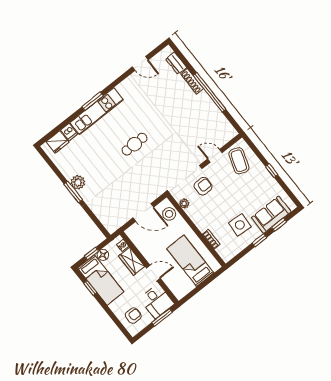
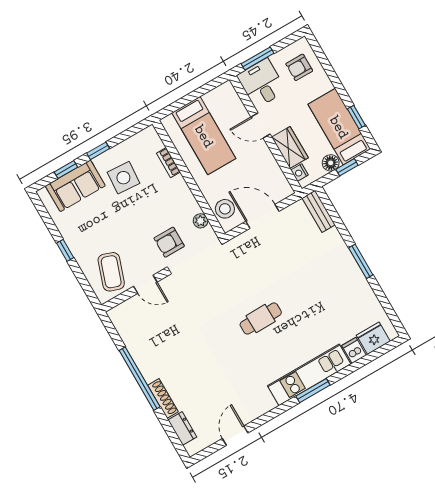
door: (140, 63) -> (235, 436), hinge flipped
plant: (78, 182) -> (352, 275), removed
bench: (106, 221) -> (319, 211), added

